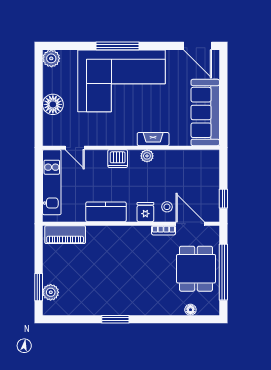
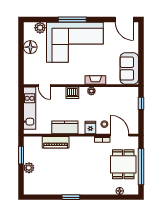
plant: (51, 58) -> (40, 28), moved
floor lamp: (53, 104) -> (30, 47), moved
sofa: (205, 112) -> (129, 69), width x0.73
window: (223, 199) -> (141, 103), moved
piano: (65, 235) -> (56, 142), moved
window: (39, 287) -> (21, 155), moved
plant: (51, 292) -> (29, 168), moved

